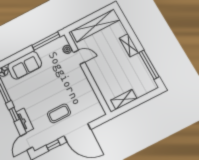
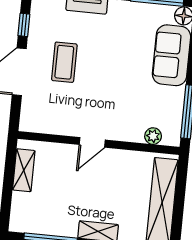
door: (79, 57) -> (92, 142), moved

